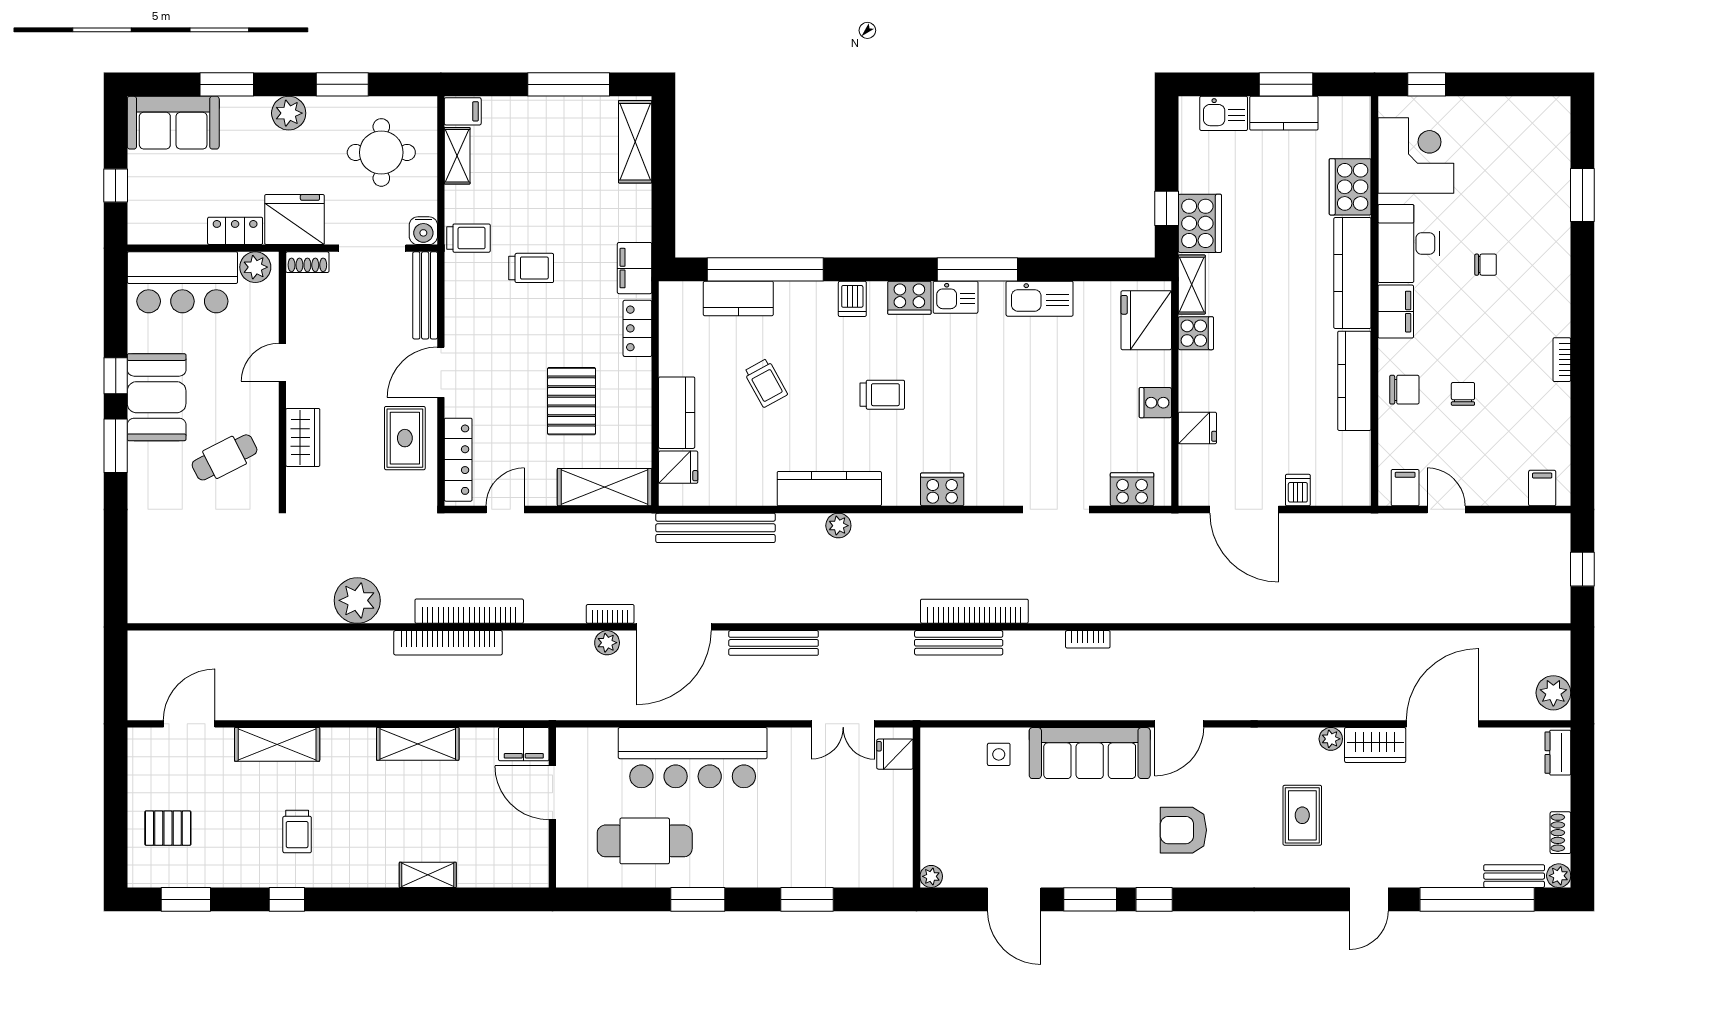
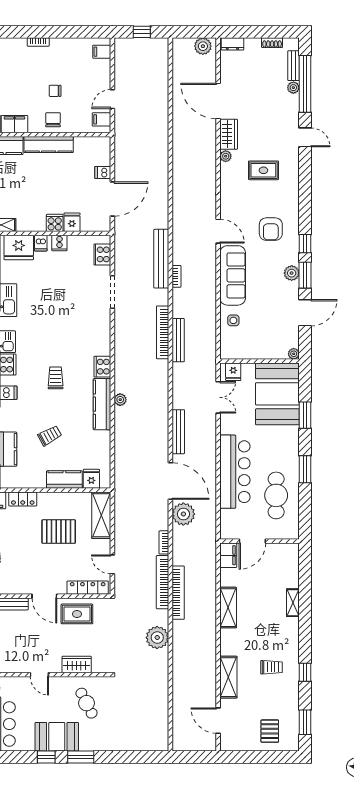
cooker: (1196, 333) -> (55, 223), moved
dishwasher: (1155, 365) -> (41, 243), added
cooker: (942, 489) -> (102, 367), moved
bench: (716, 528) -> (161, 259), moved
bookcase: (610, 614) -> (164, 542), moved
plant: (607, 643) -> (183, 514), width x1.87, depth x1.87
booth: (850, 844) -> (277, 394), added
plant: (1094, 872) -> (292, 273), added
plant: (1559, 876) -> (293, 88), moved

